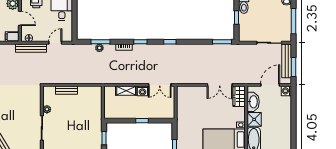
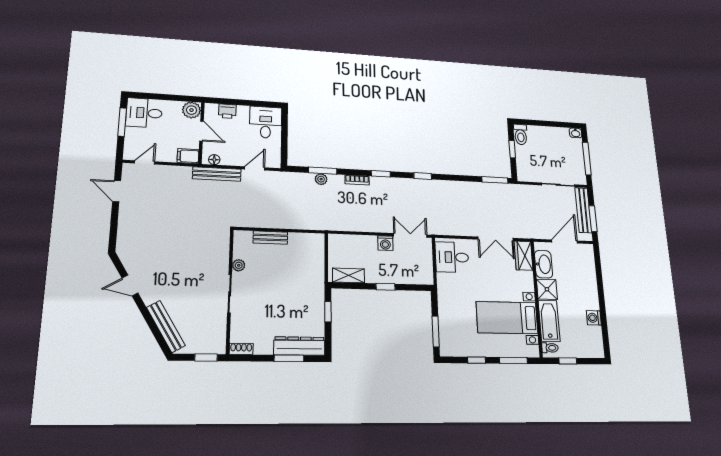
double door: (160, 85) -> (410, 235), swing flipped
shelving: (126, 91) -> (349, 275), moved
washing machine: (286, 91) -> (594, 318), moved
desk: (188, 99) -> (452, 257), added

